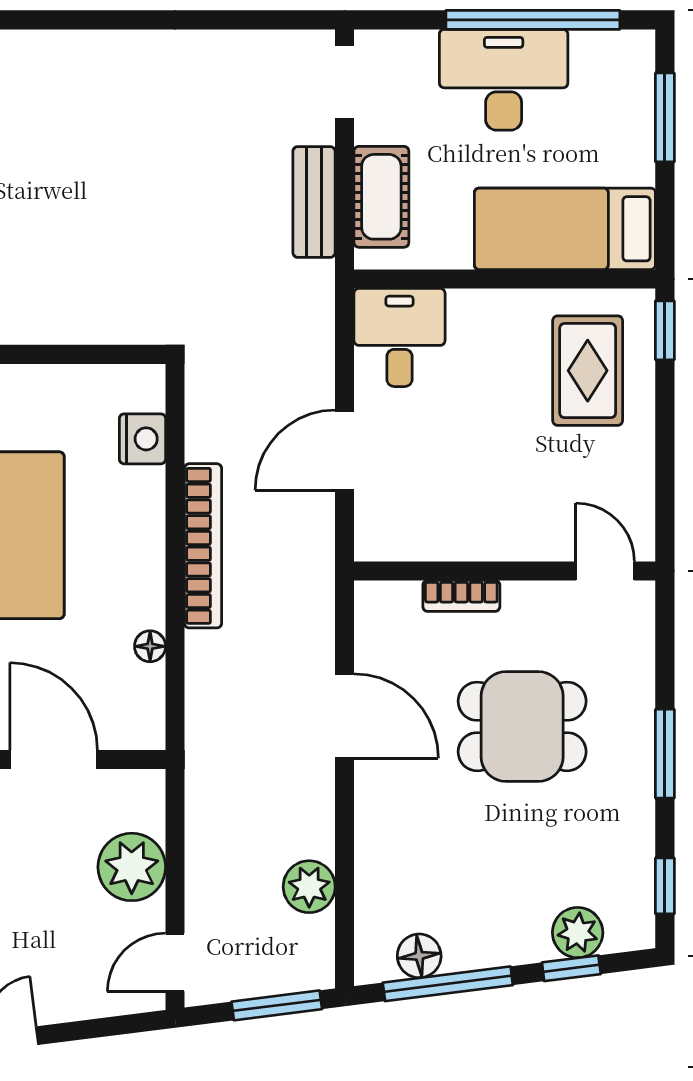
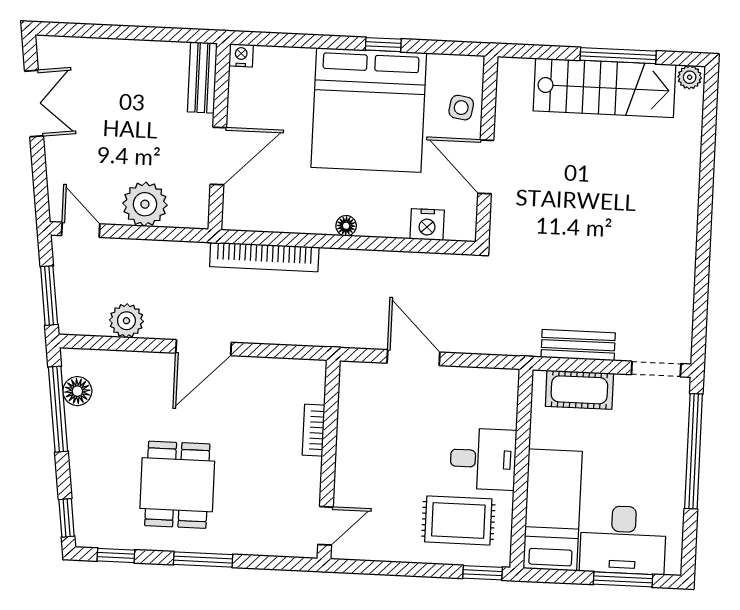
window: (533, 20) -> (694, 451), moved
desk: (504, 80) -> (623, 540), moved, turned 90
desk: (400, 337) -> (483, 459), moved
door: (51, 354) -> (486, 167), added
bookcase: (203, 546) -> (264, 257), moved
floor lamp: (150, 646) -> (346, 226), moved
door: (345, 716) -> (204, 348), moved
dining table: (522, 726) -> (177, 485), moved
plant: (578, 933) -> (88, 496), removed
window: (571, 968) -> (67, 518), moved

